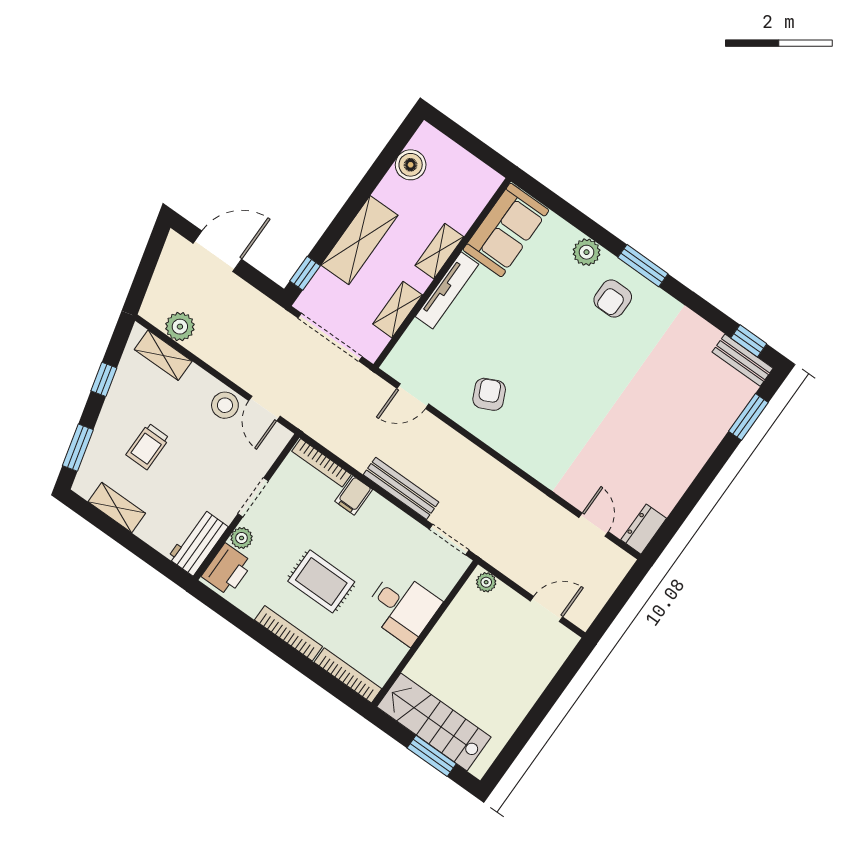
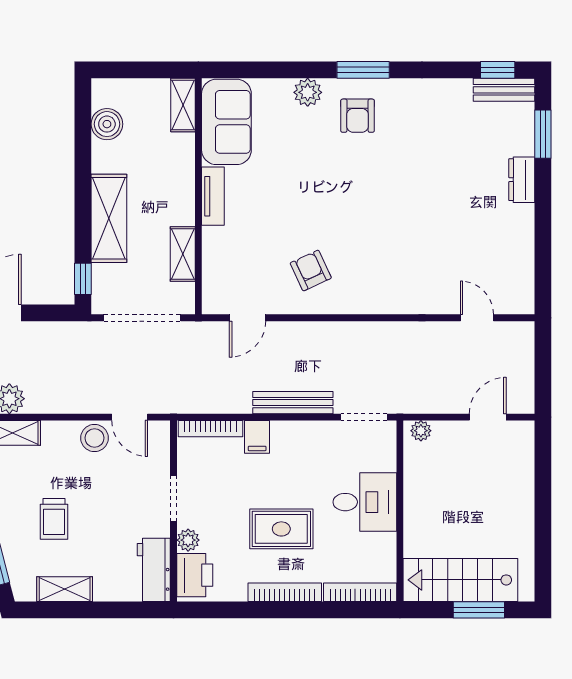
shelving: (439, 251) -> (183, 105), moved
tv unit: (447, 290) -> (213, 196), width x0.71
dresser: (644, 529) -> (522, 180), moved

